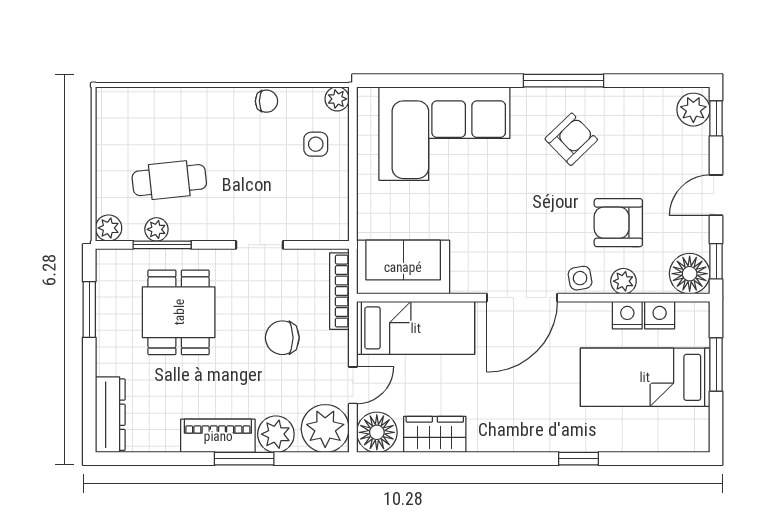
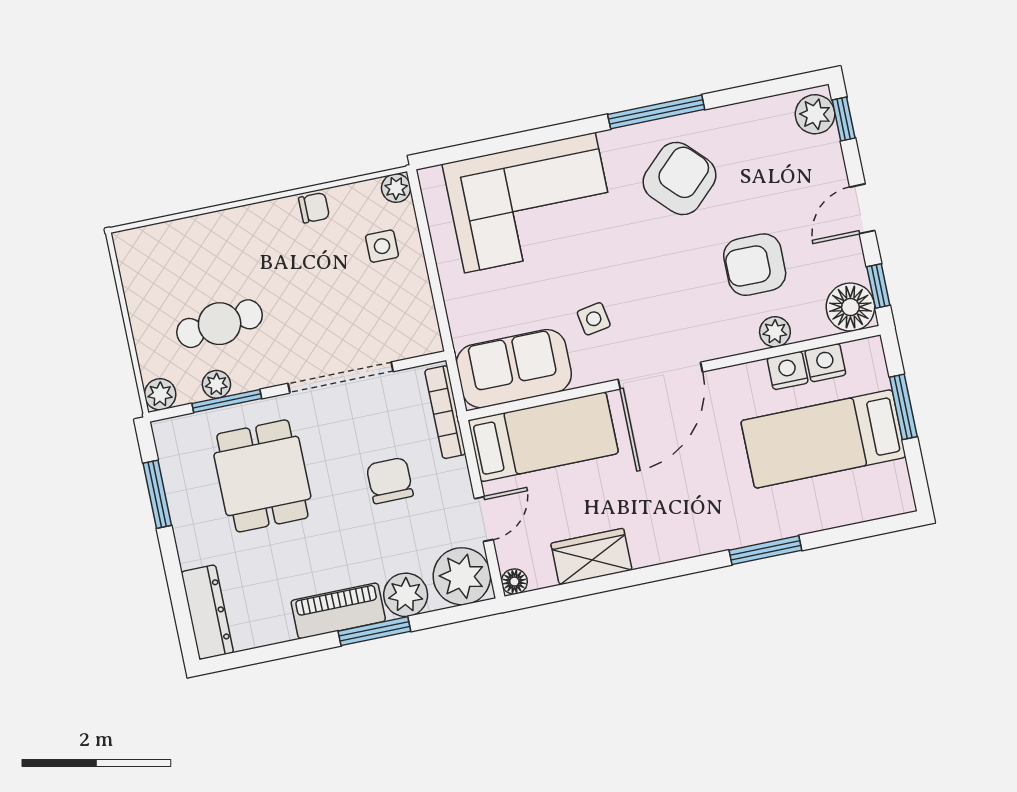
armchair: (571, 139) -> (680, 179), width x1.38, depth x1.38
doorway: (259, 245) -> (341, 377), width x1.87
side table: (580, 278) -> (594, 319), moved
chair: (282, 338) -> (390, 480), turned 90
floor lamp: (377, 432) -> (514, 582), width x0.53, depth x0.53
window: (579, 459) -> (765, 550), width x1.50

